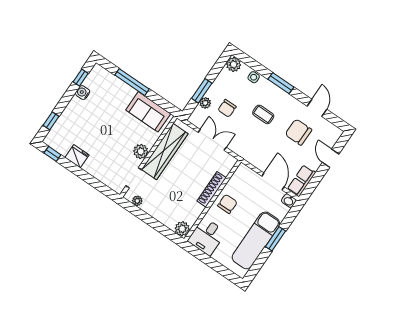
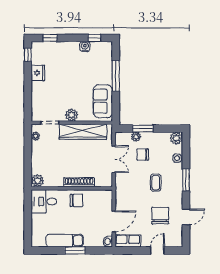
exam couch: (256, 240) -> (65, 241), width x0.73, depth x0.69

